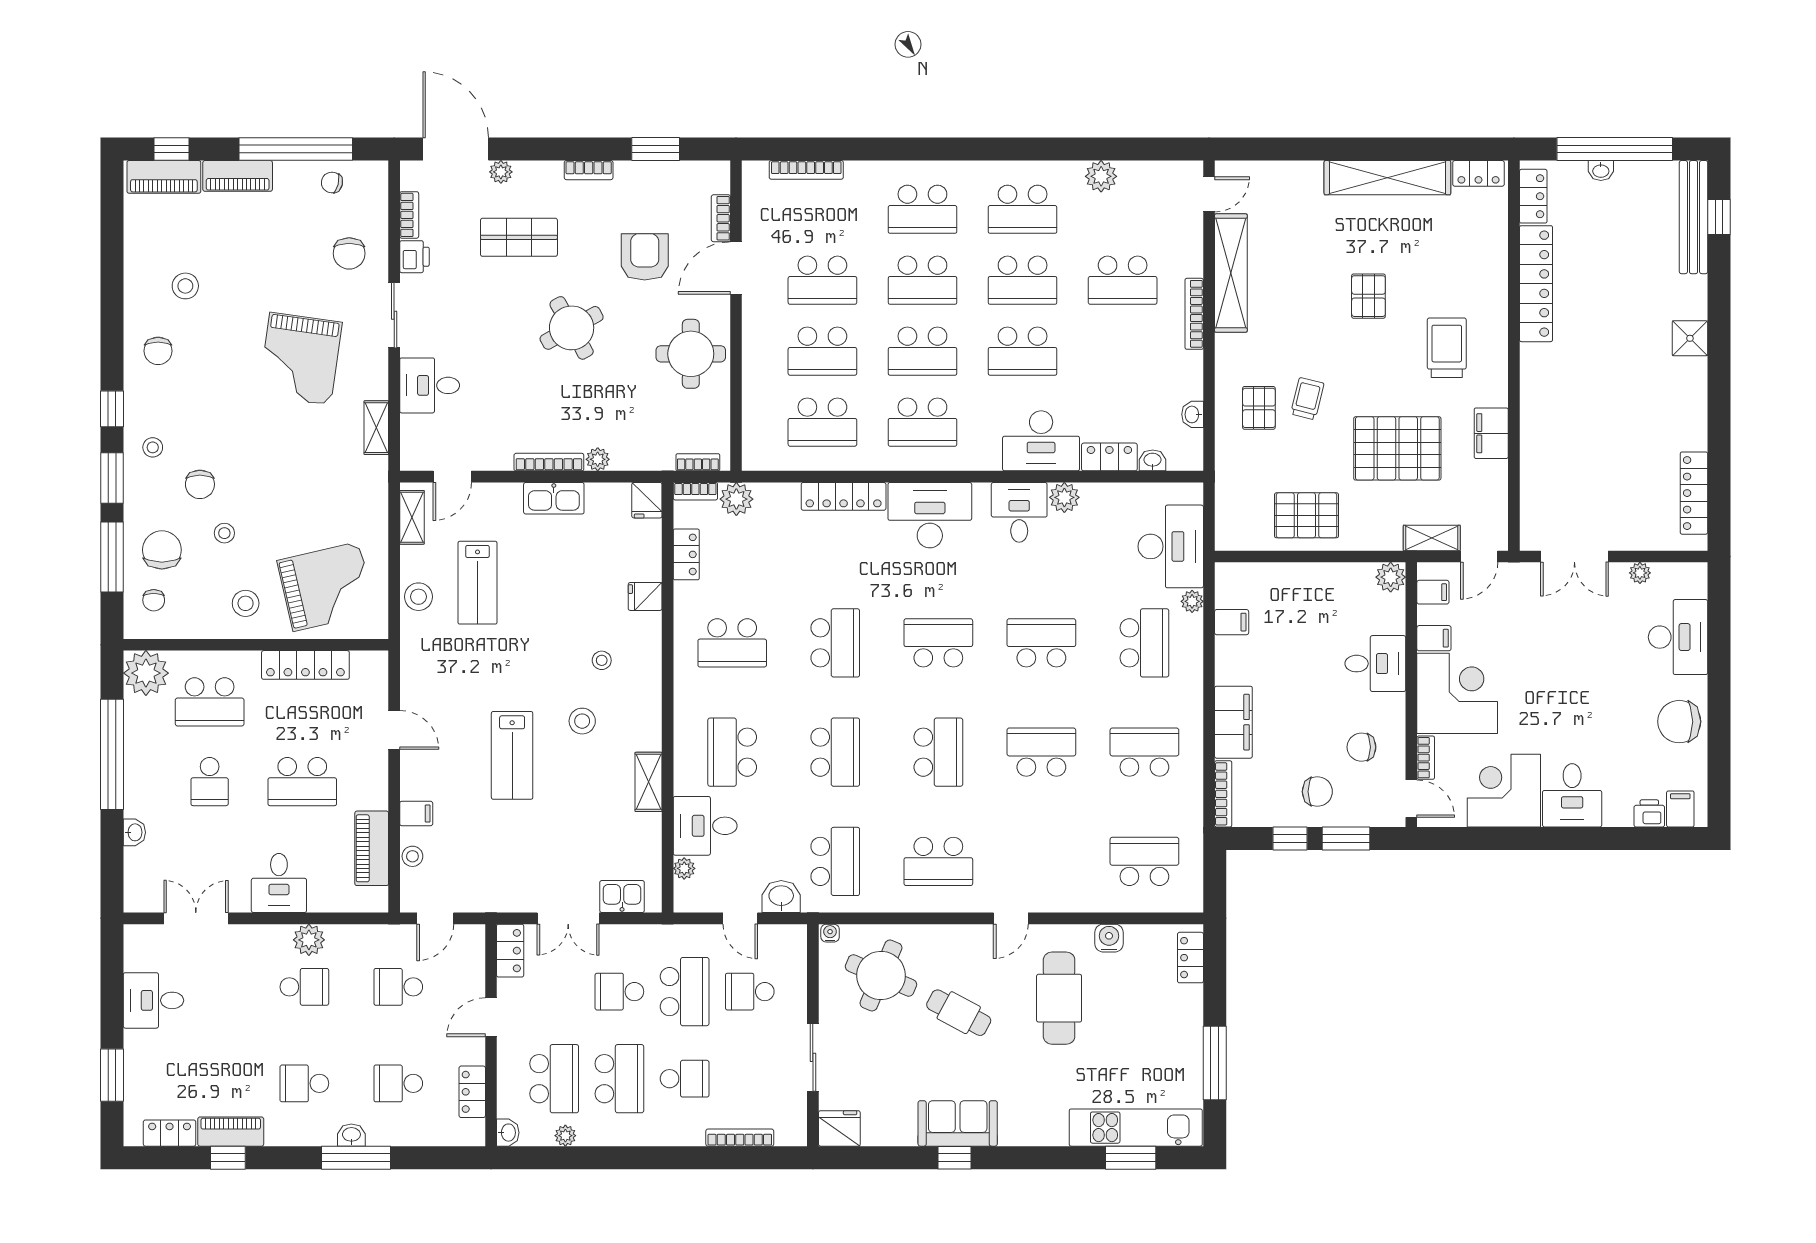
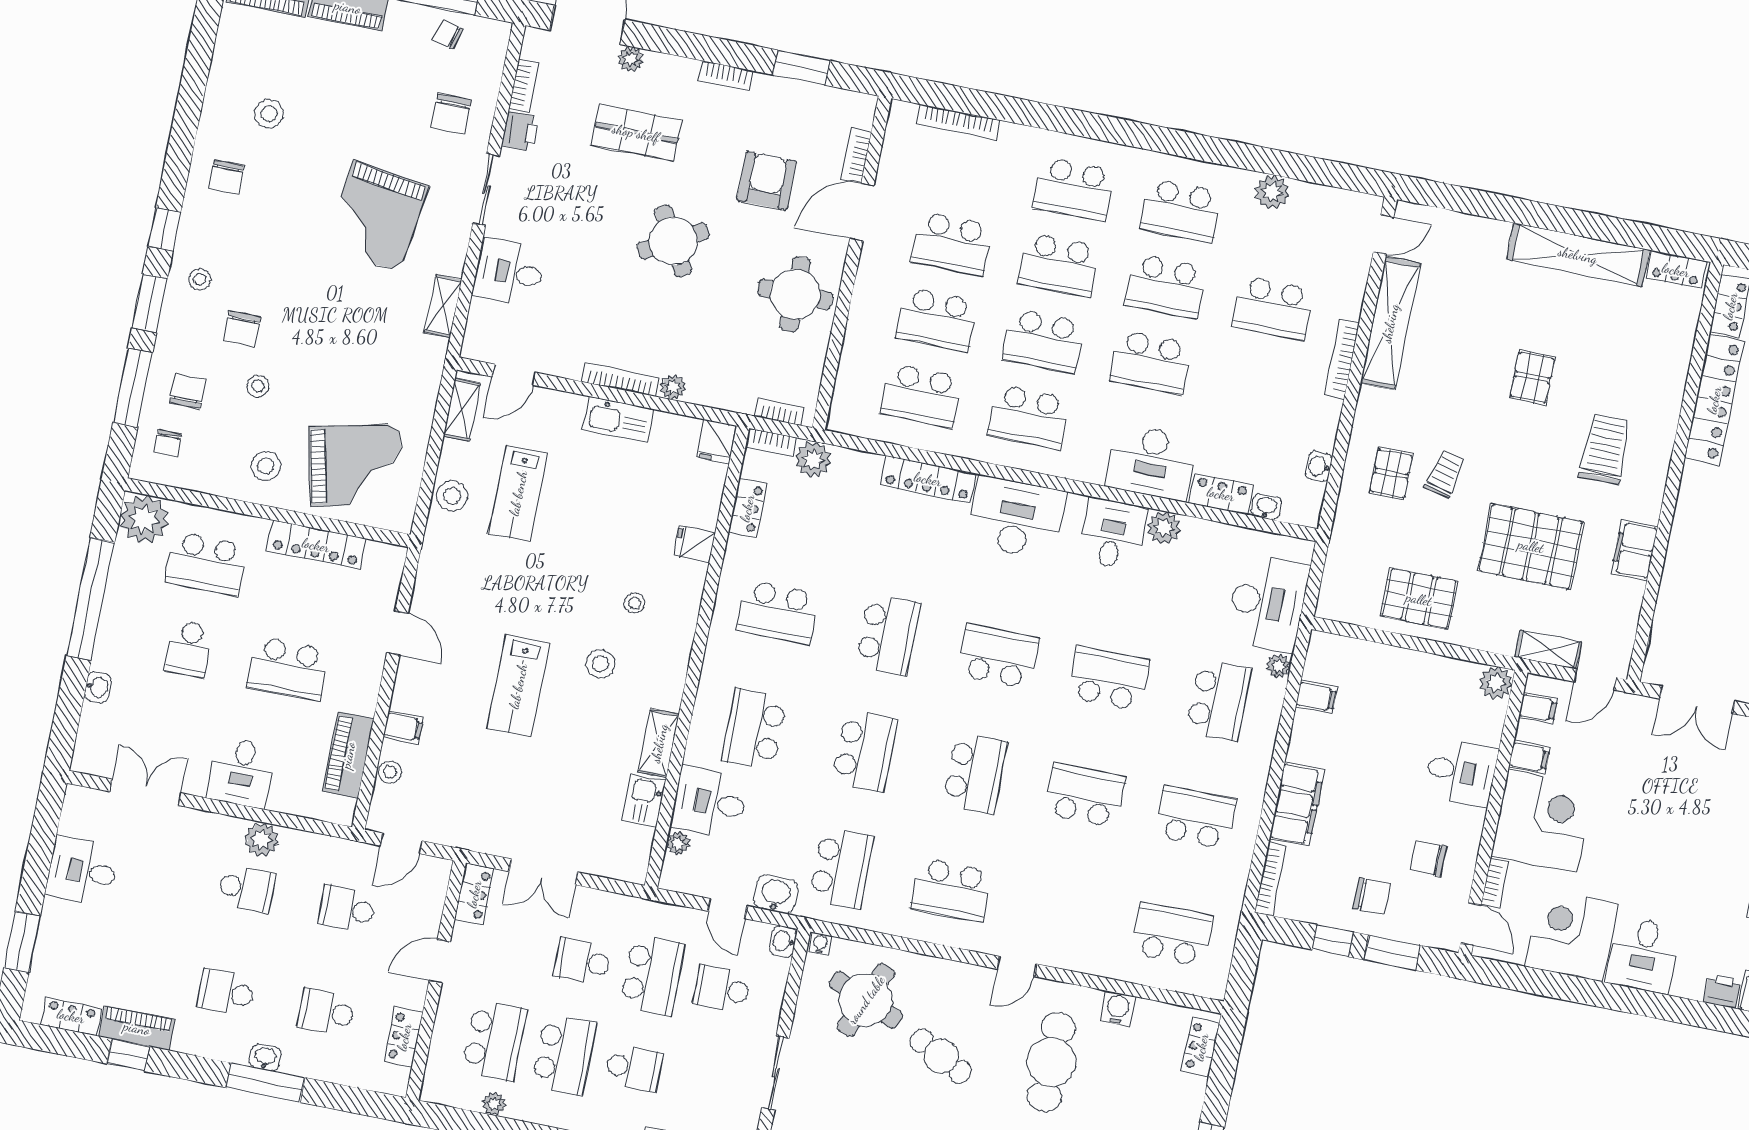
chair: (162, 550) -> (188, 391), width x0.73, depth x0.73
kitchen sink: (622, 897) -> (644, 800), moved, turned -90
washbasin: (508, 1133) -> (783, 941), moved, turned 180

